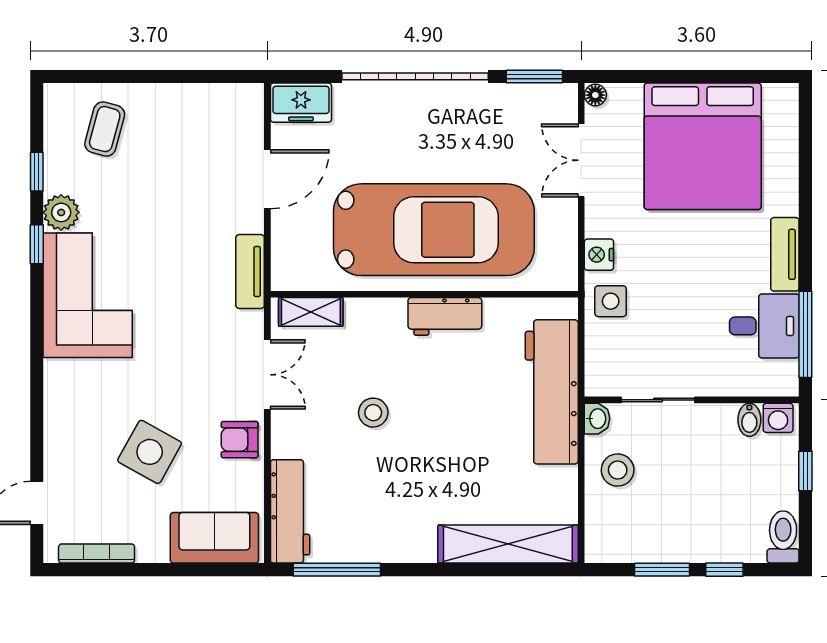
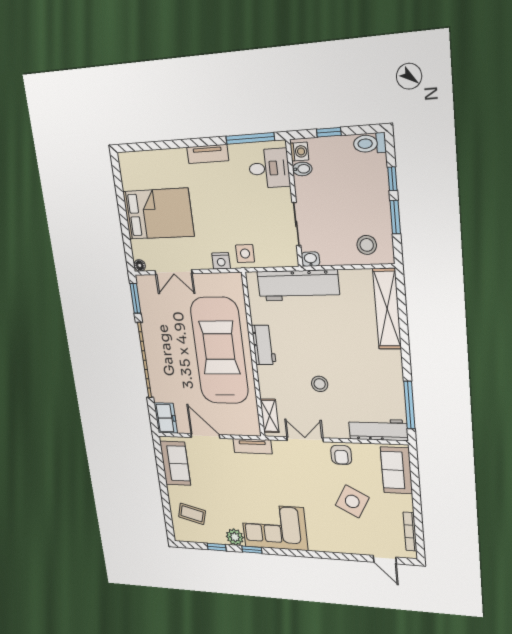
sofa: (209, 109) -> (175, 463), added
bed: (703, 146) -> (158, 214), width x0.73
desk: (764, 326) -> (269, 168), moved, turned 90
stool: (618, 470) -> (367, 245), moved

